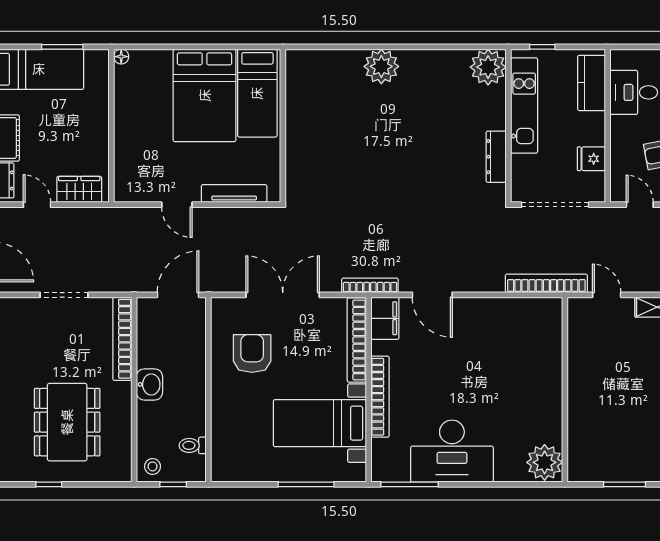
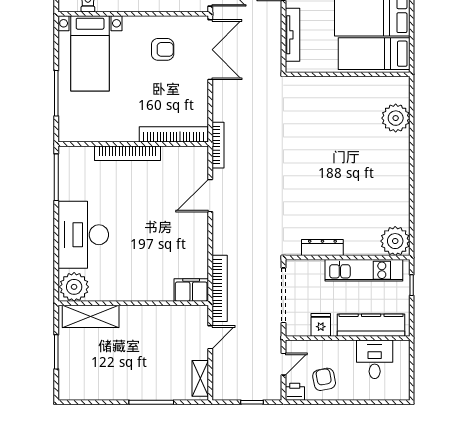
plant: (381, 66) -> (396, 118), moved
kitchen counter: (592, 83) -> (371, 325), width x1.50
double door: (283, 295) -> (210, 50), moved
filing cabinet: (385, 318) -> (191, 290), moved, turned 180
armchair: (252, 353) -> (163, 49), width x0.72, depth x0.72
bed with nightstands: (320, 423) -> (90, 53), moved, turned 180
shelving: (581, 442) -> (91, 316), added
desk: (452, 451) -> (83, 235), moved

